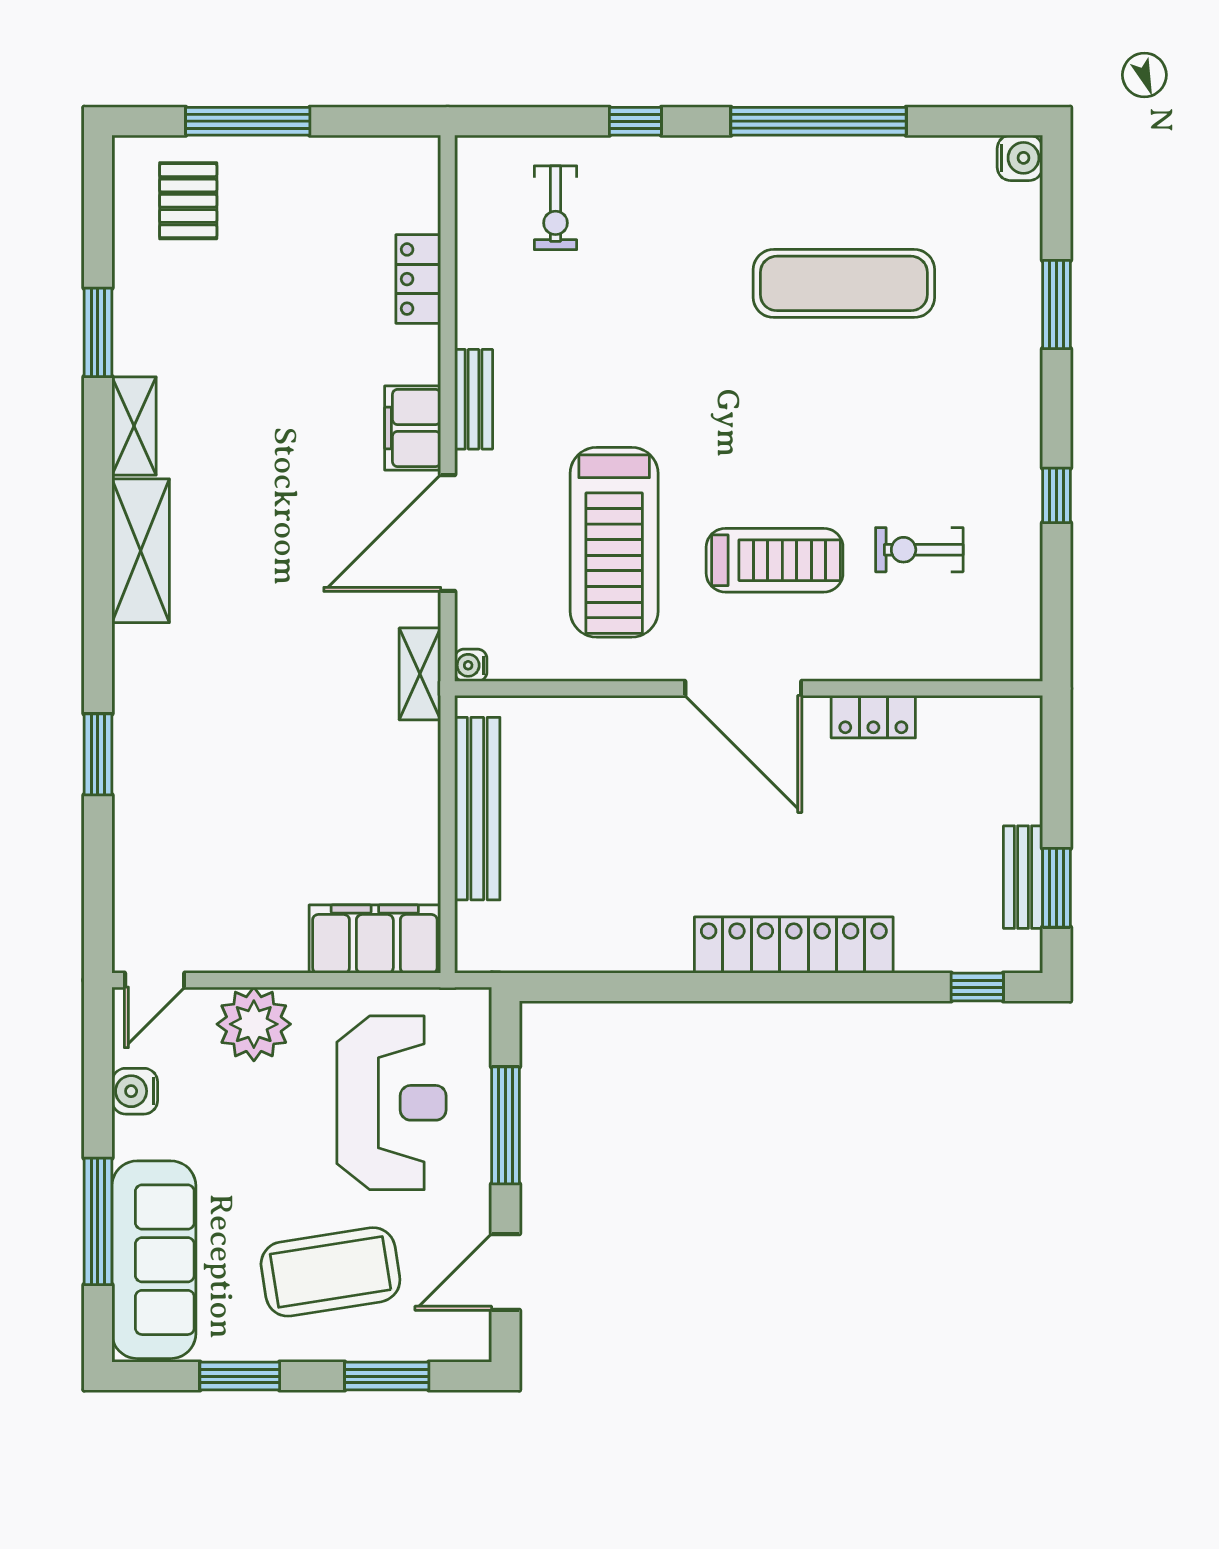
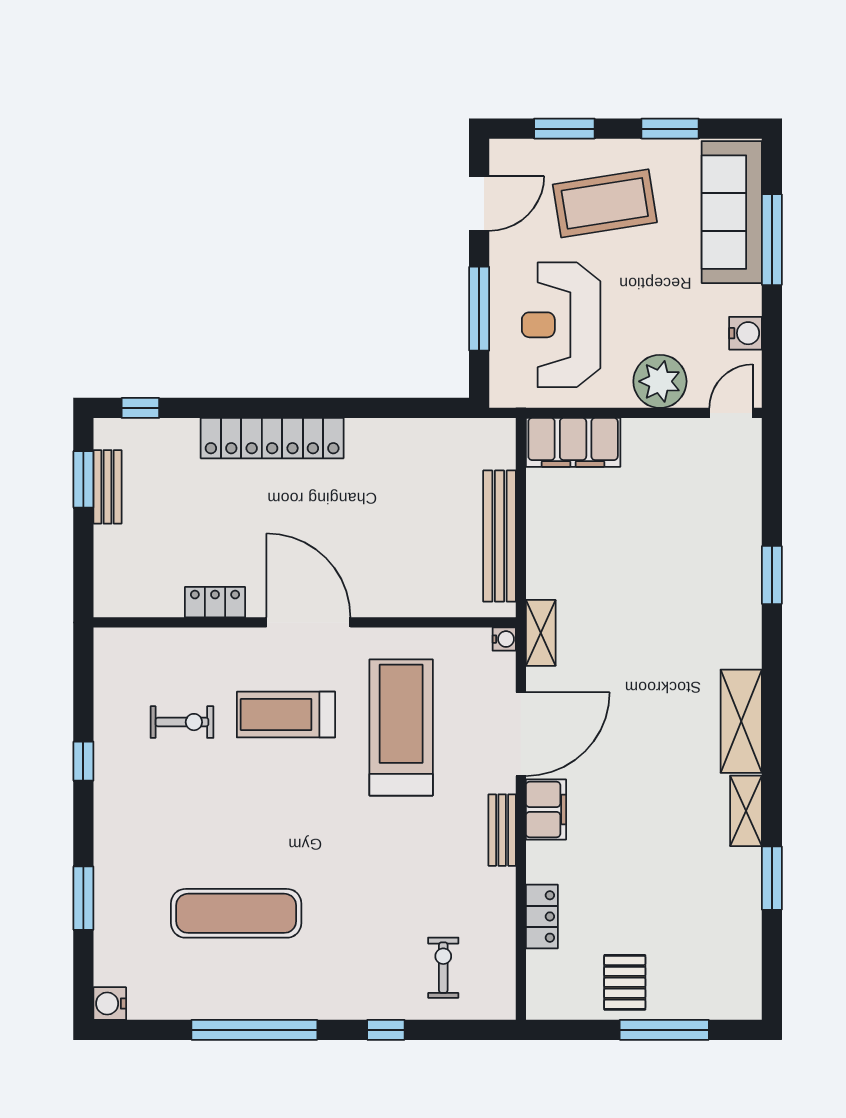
pallet: (188, 201) -> (625, 982), moved

